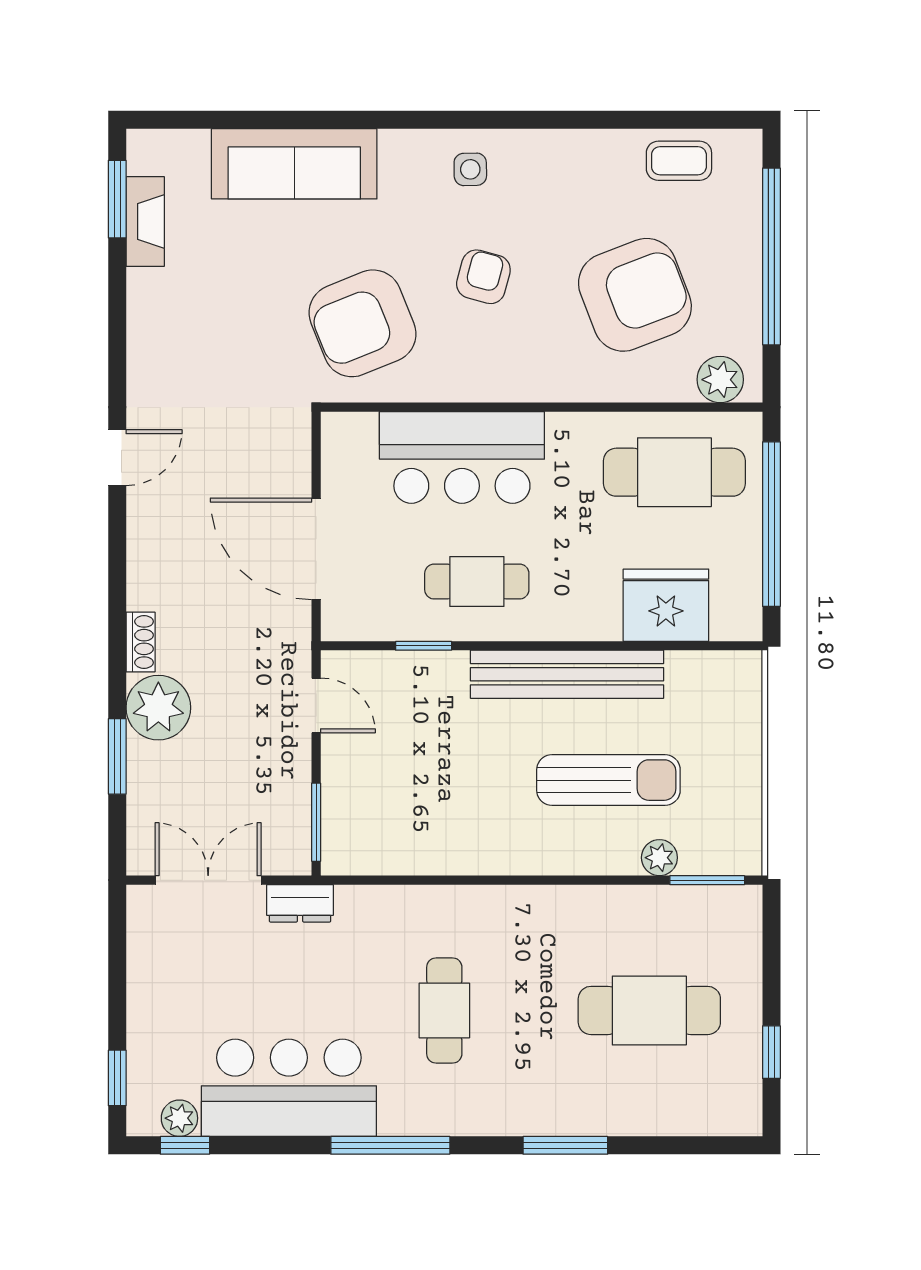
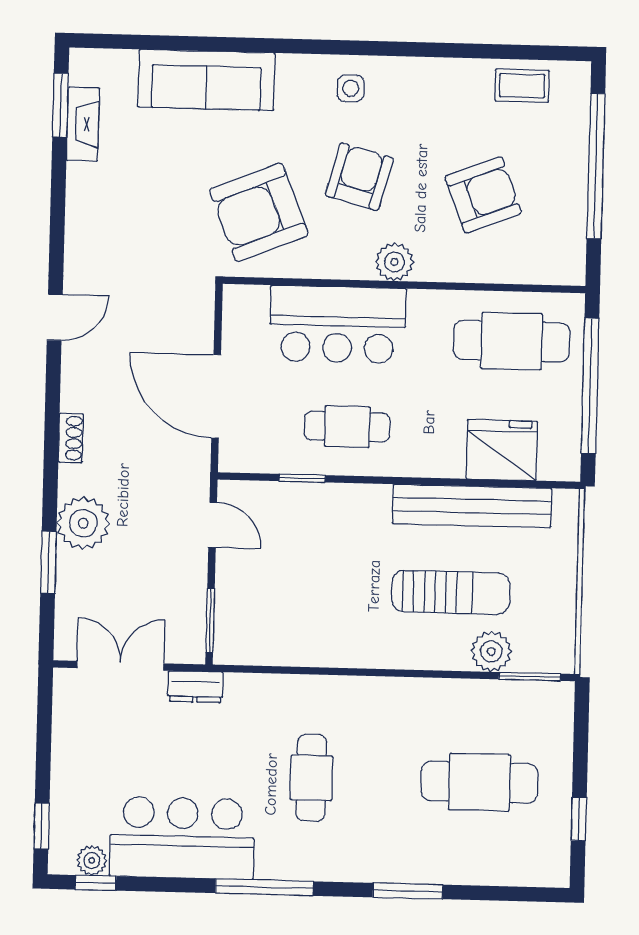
armchair: (483, 277) -> (359, 177), width x1.38, depth x1.38
armchair: (635, 295) -> (483, 195), width x0.73, depth x0.73
plant: (720, 380) -> (394, 262), moved
shoe rack: (141, 642) -> (71, 438), moved
bench: (567, 674) -> (472, 506), moved
plant: (659, 858) -> (491, 651), width x1.38, depth x1.38

